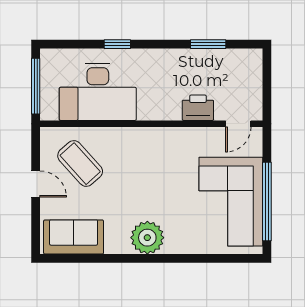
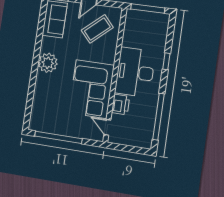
window: (208, 44) -> (159, 117), width x2.11
desk: (98, 92) -> (135, 72), moved
corner sofa: (231, 202) -> (91, 89), moved, turned -90

